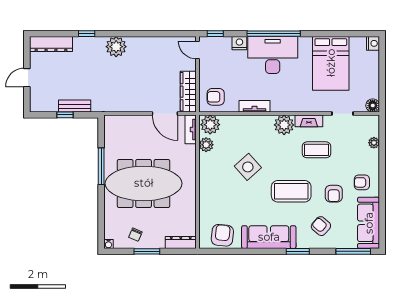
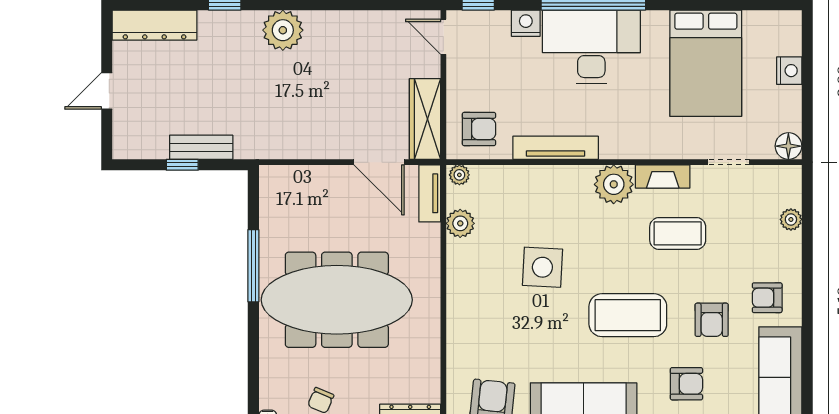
nightstand: (373, 43) -> (789, 71), moved
armchair: (216, 97) -> (479, 129), turned 180
tv unit: (255, 106) -> (556, 148), width x1.41
plant: (210, 125) -> (459, 175), width x0.53, depth x0.53
side table: (248, 167) -> (542, 267), turned 45
armchair: (321, 226) -> (686, 384), turned 139

